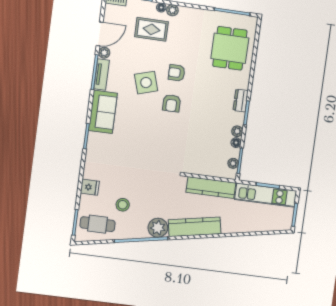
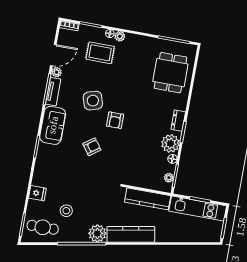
armchair: (177, 73) -> (92, 147), moved, turned 144
plant: (237, 131) -> (170, 143), width x1.88, depth x1.88

